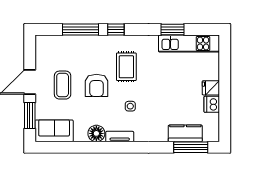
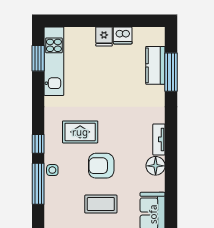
window: (173, 30) -> (38, 58), moved
armchair: (97, 85) -> (101, 166), turned 180
side table: (130, 106) -> (52, 170), moved
window: (191, 147) -> (171, 72), moved

